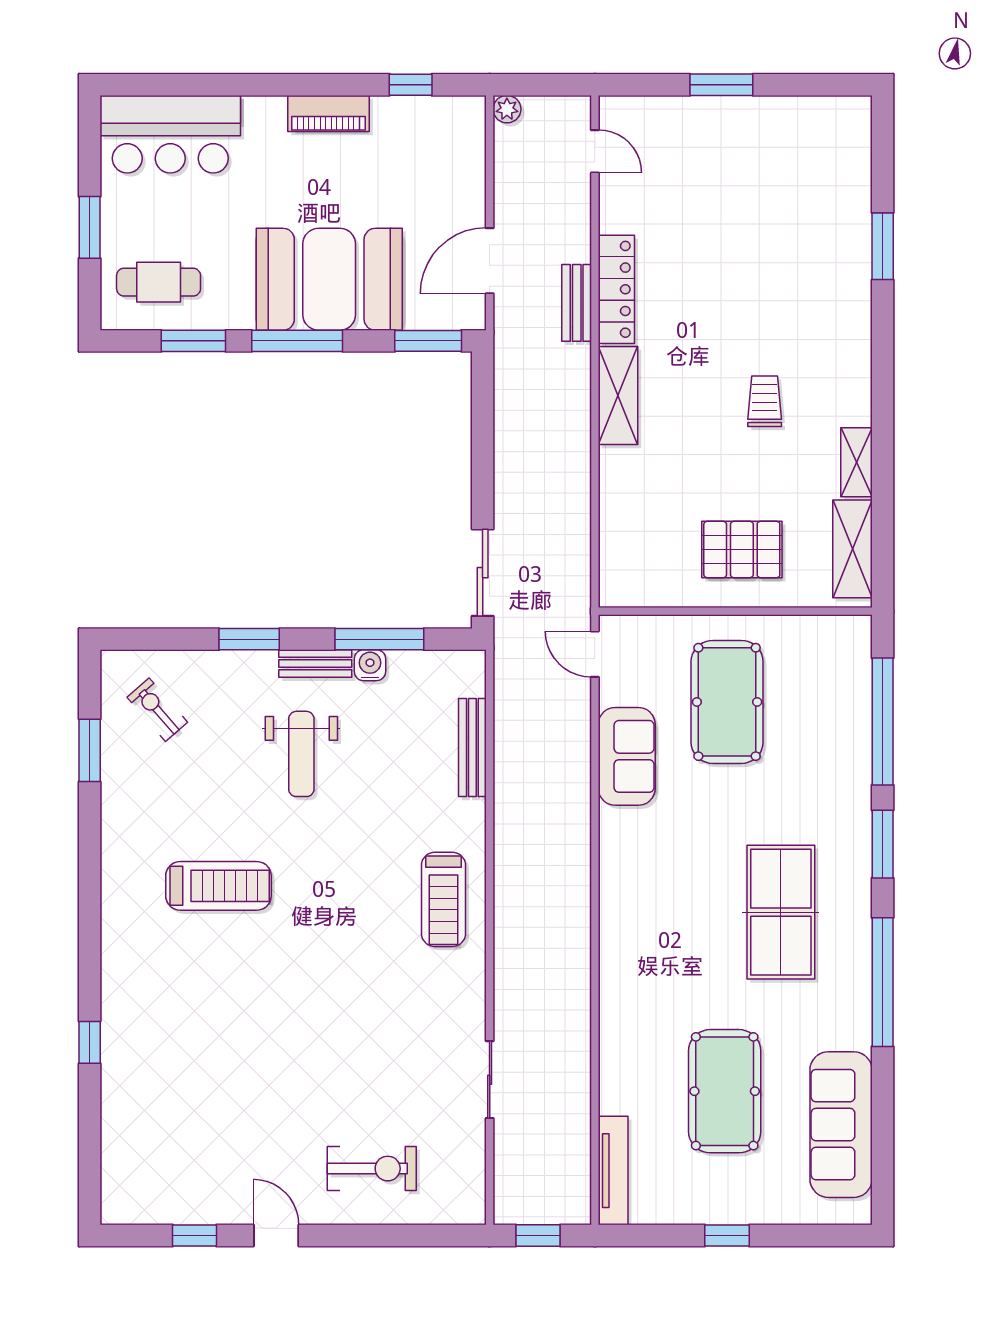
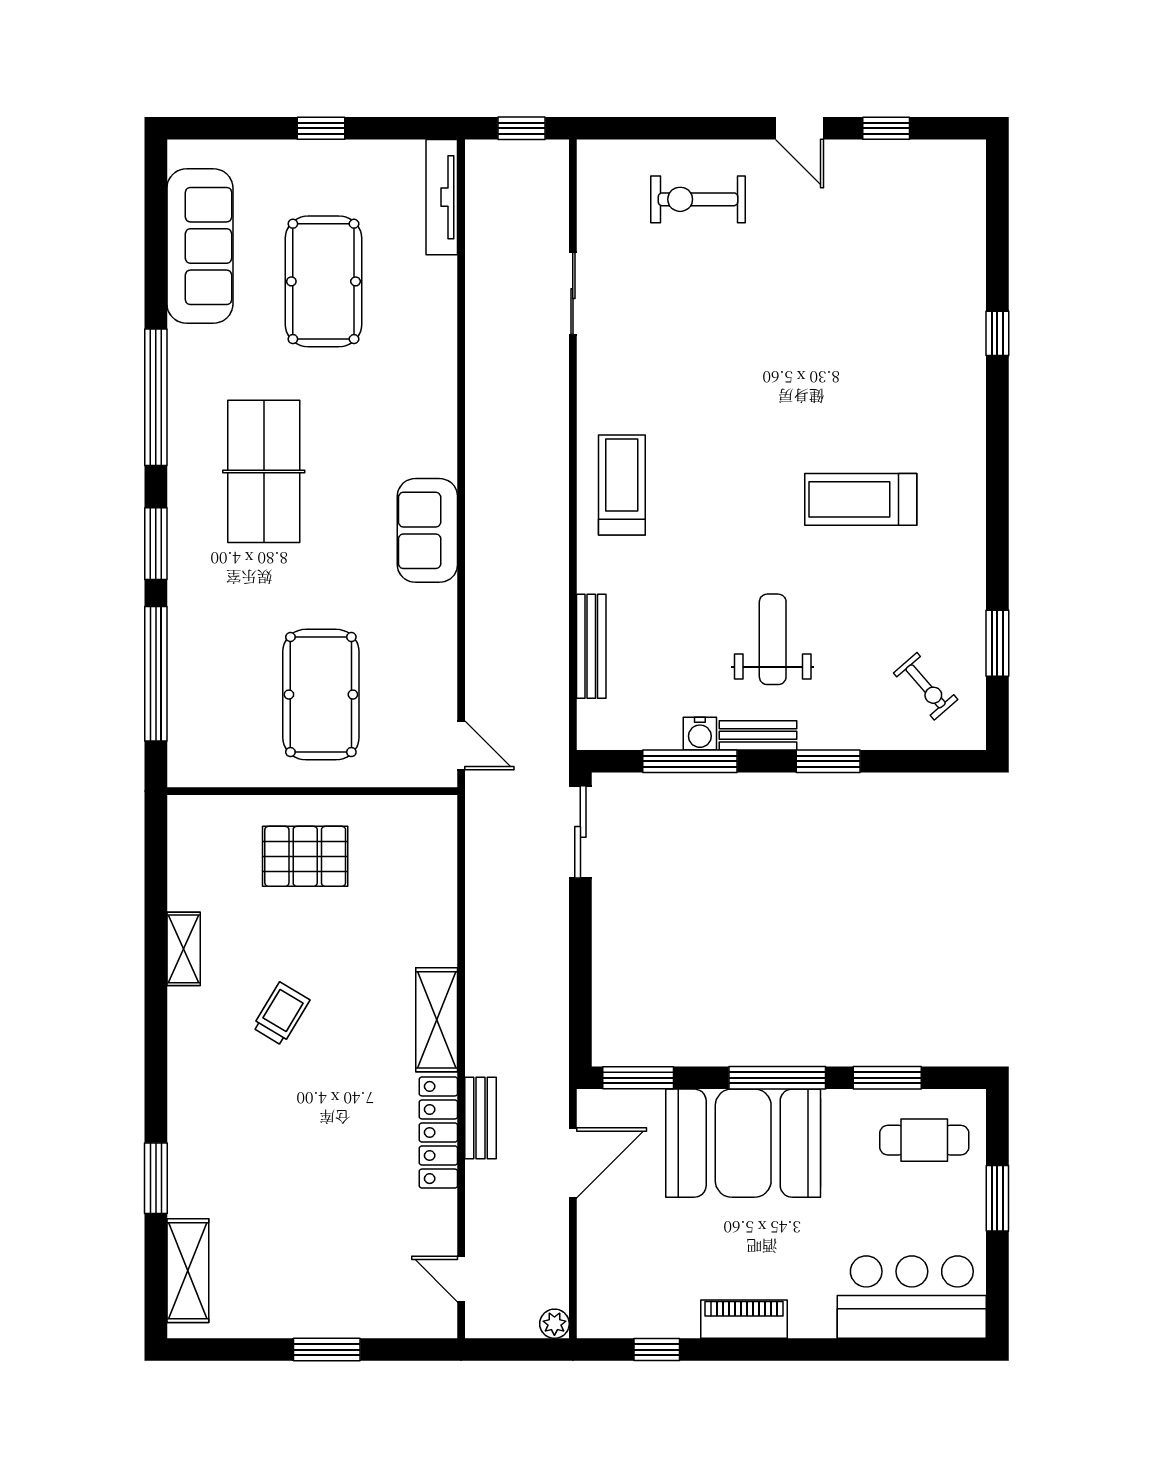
trolley: (765, 401) -> (281, 1014), turned -149
shelving: (852, 549) -> (188, 1271), moved
sofa: (627, 756) -> (427, 530), moved

